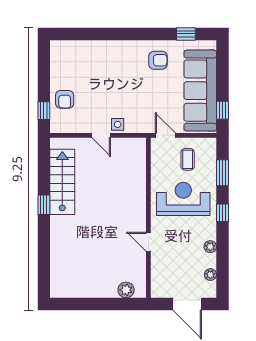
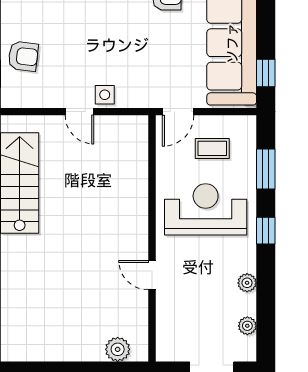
armchair: (65, 99) -> (23, 56), turned -83
door: (165, 135) -> (178, 112), swing flipped
coffee table: (188, 159) -> (212, 148), turned 90

